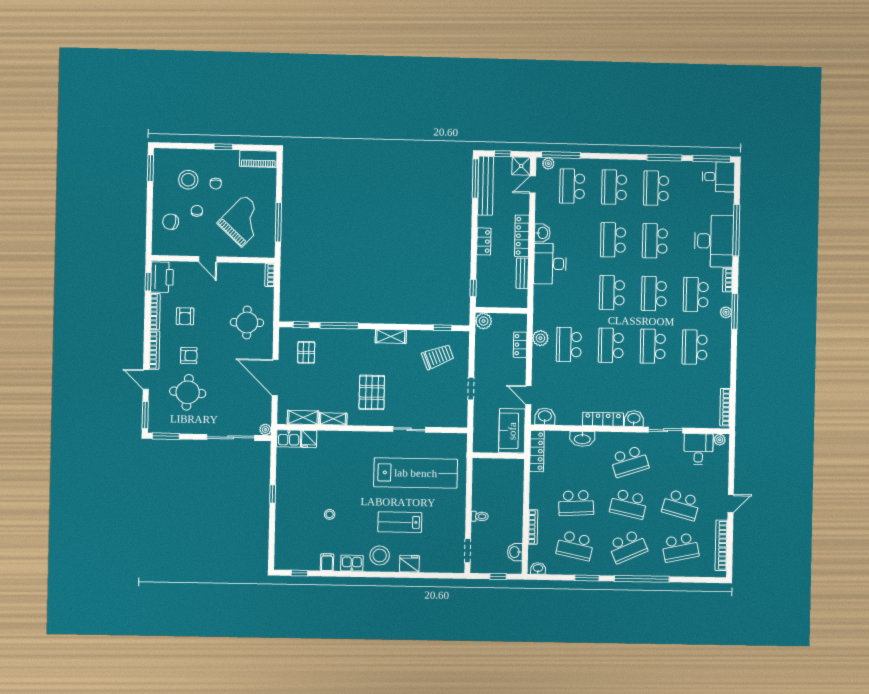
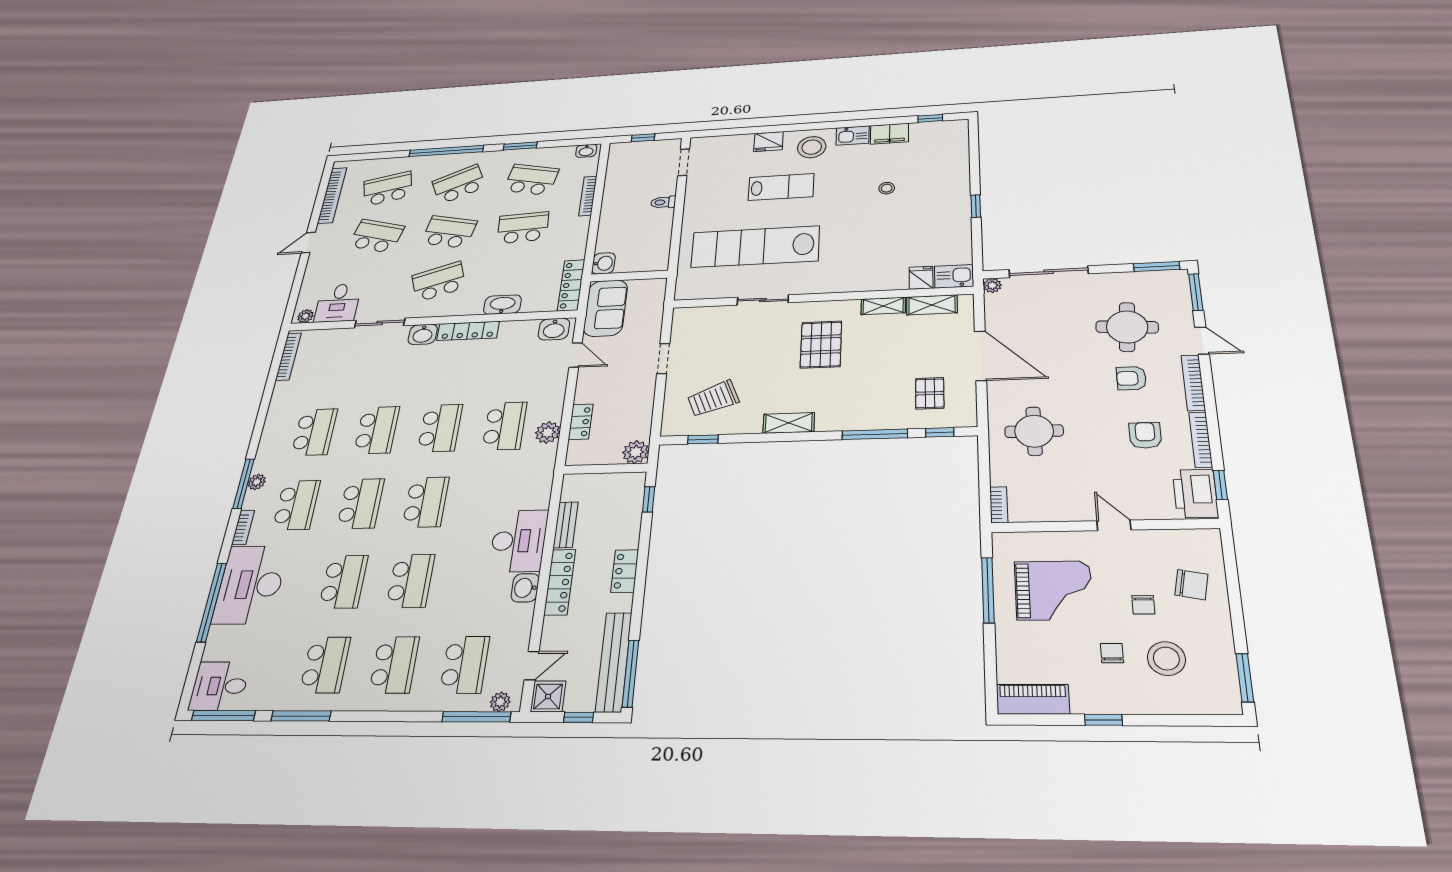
grand piano: (243, 221) -> (1053, 590), turned -133
washbasin: (515, 552) -> (603, 263), moved
filing cabinet: (327, 562) -> (889, 134), width x2.00

